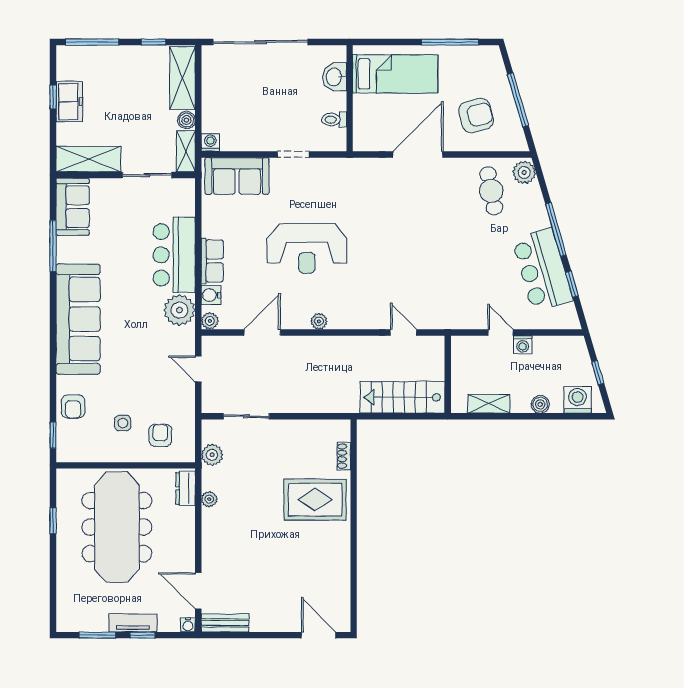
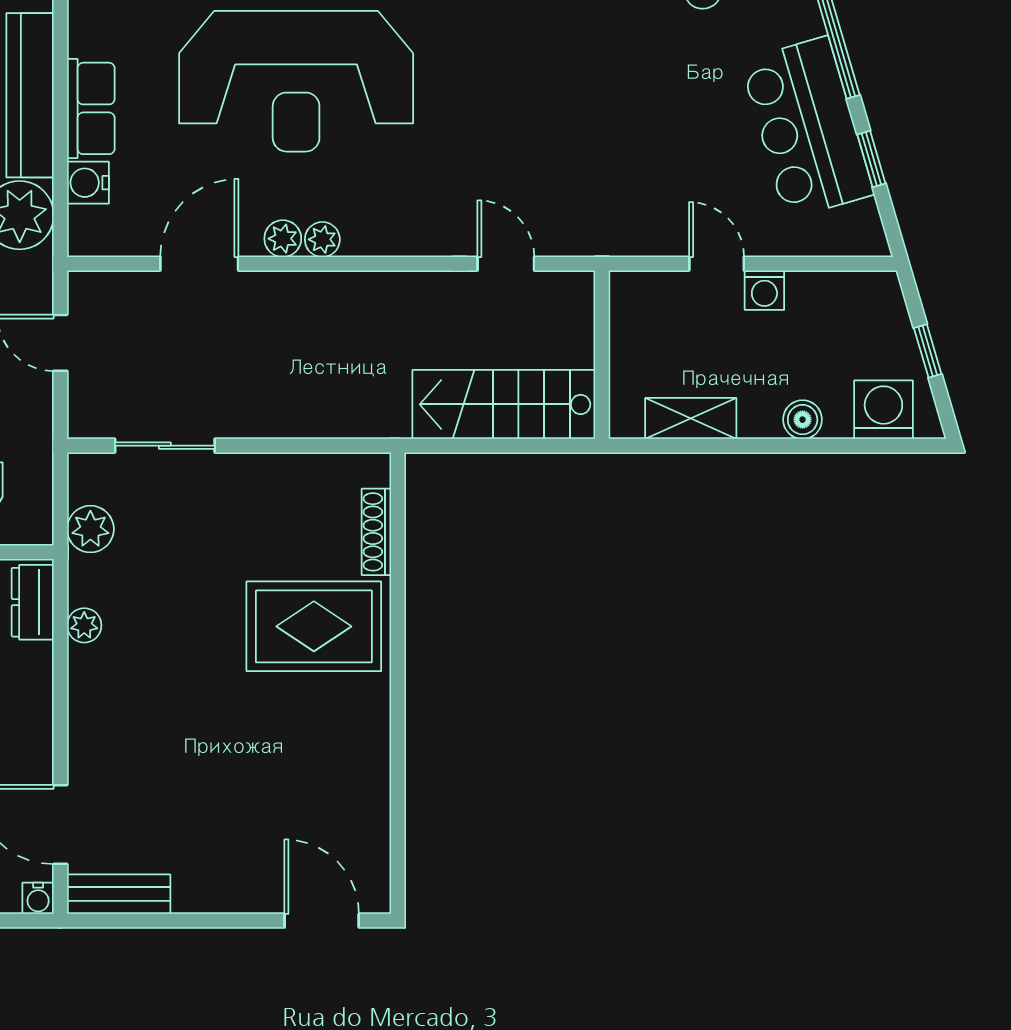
reception desk: (307, 248) -> (296, 81), width x1.36, depth x1.30
plant: (210, 321) -> (283, 239), moved
shoe rack: (344, 456) -> (376, 532), width x1.43

